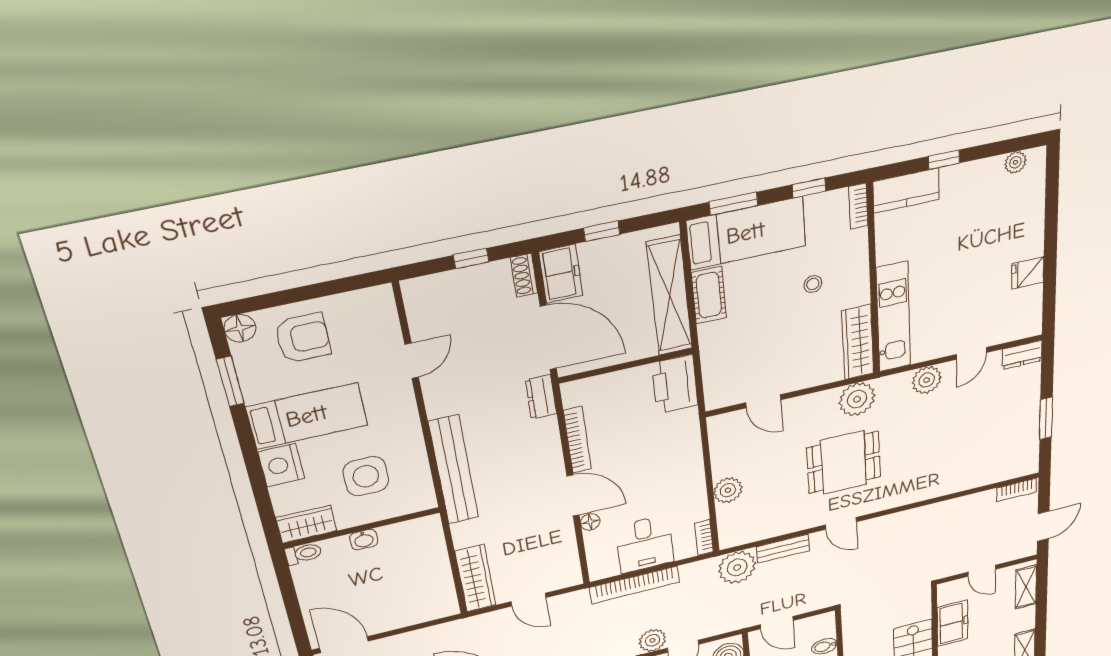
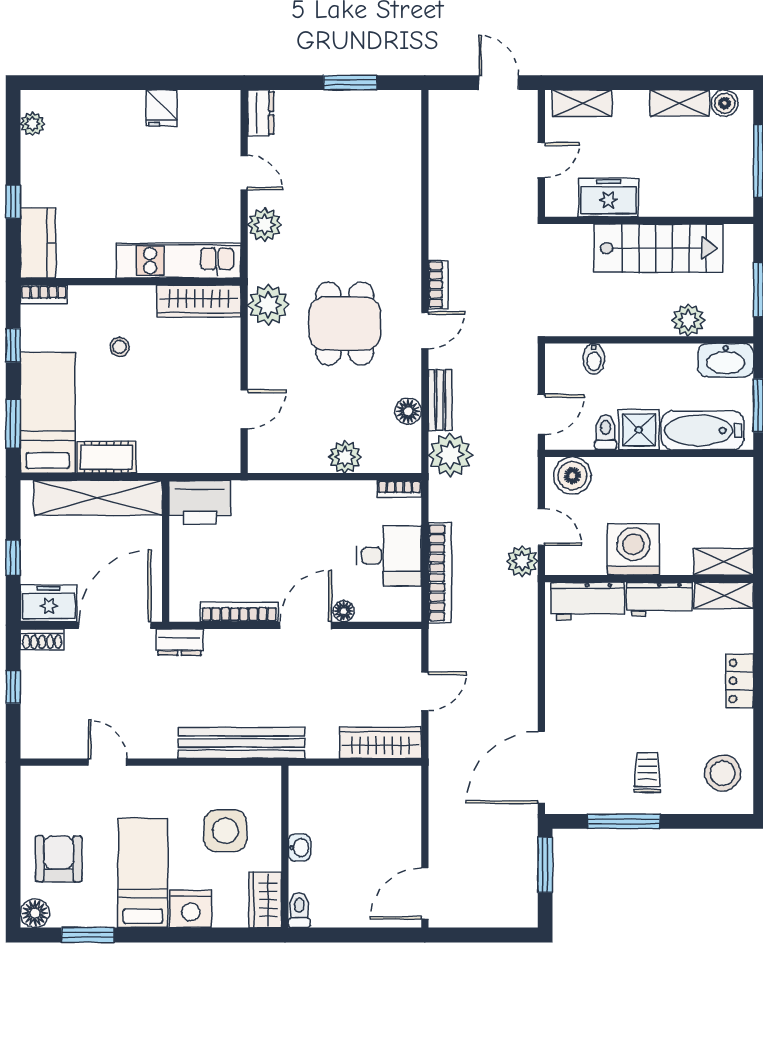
bookcase: (1017, 490) -> (438, 285), moved
floor lamp: (772, 528) -> (408, 411), added

